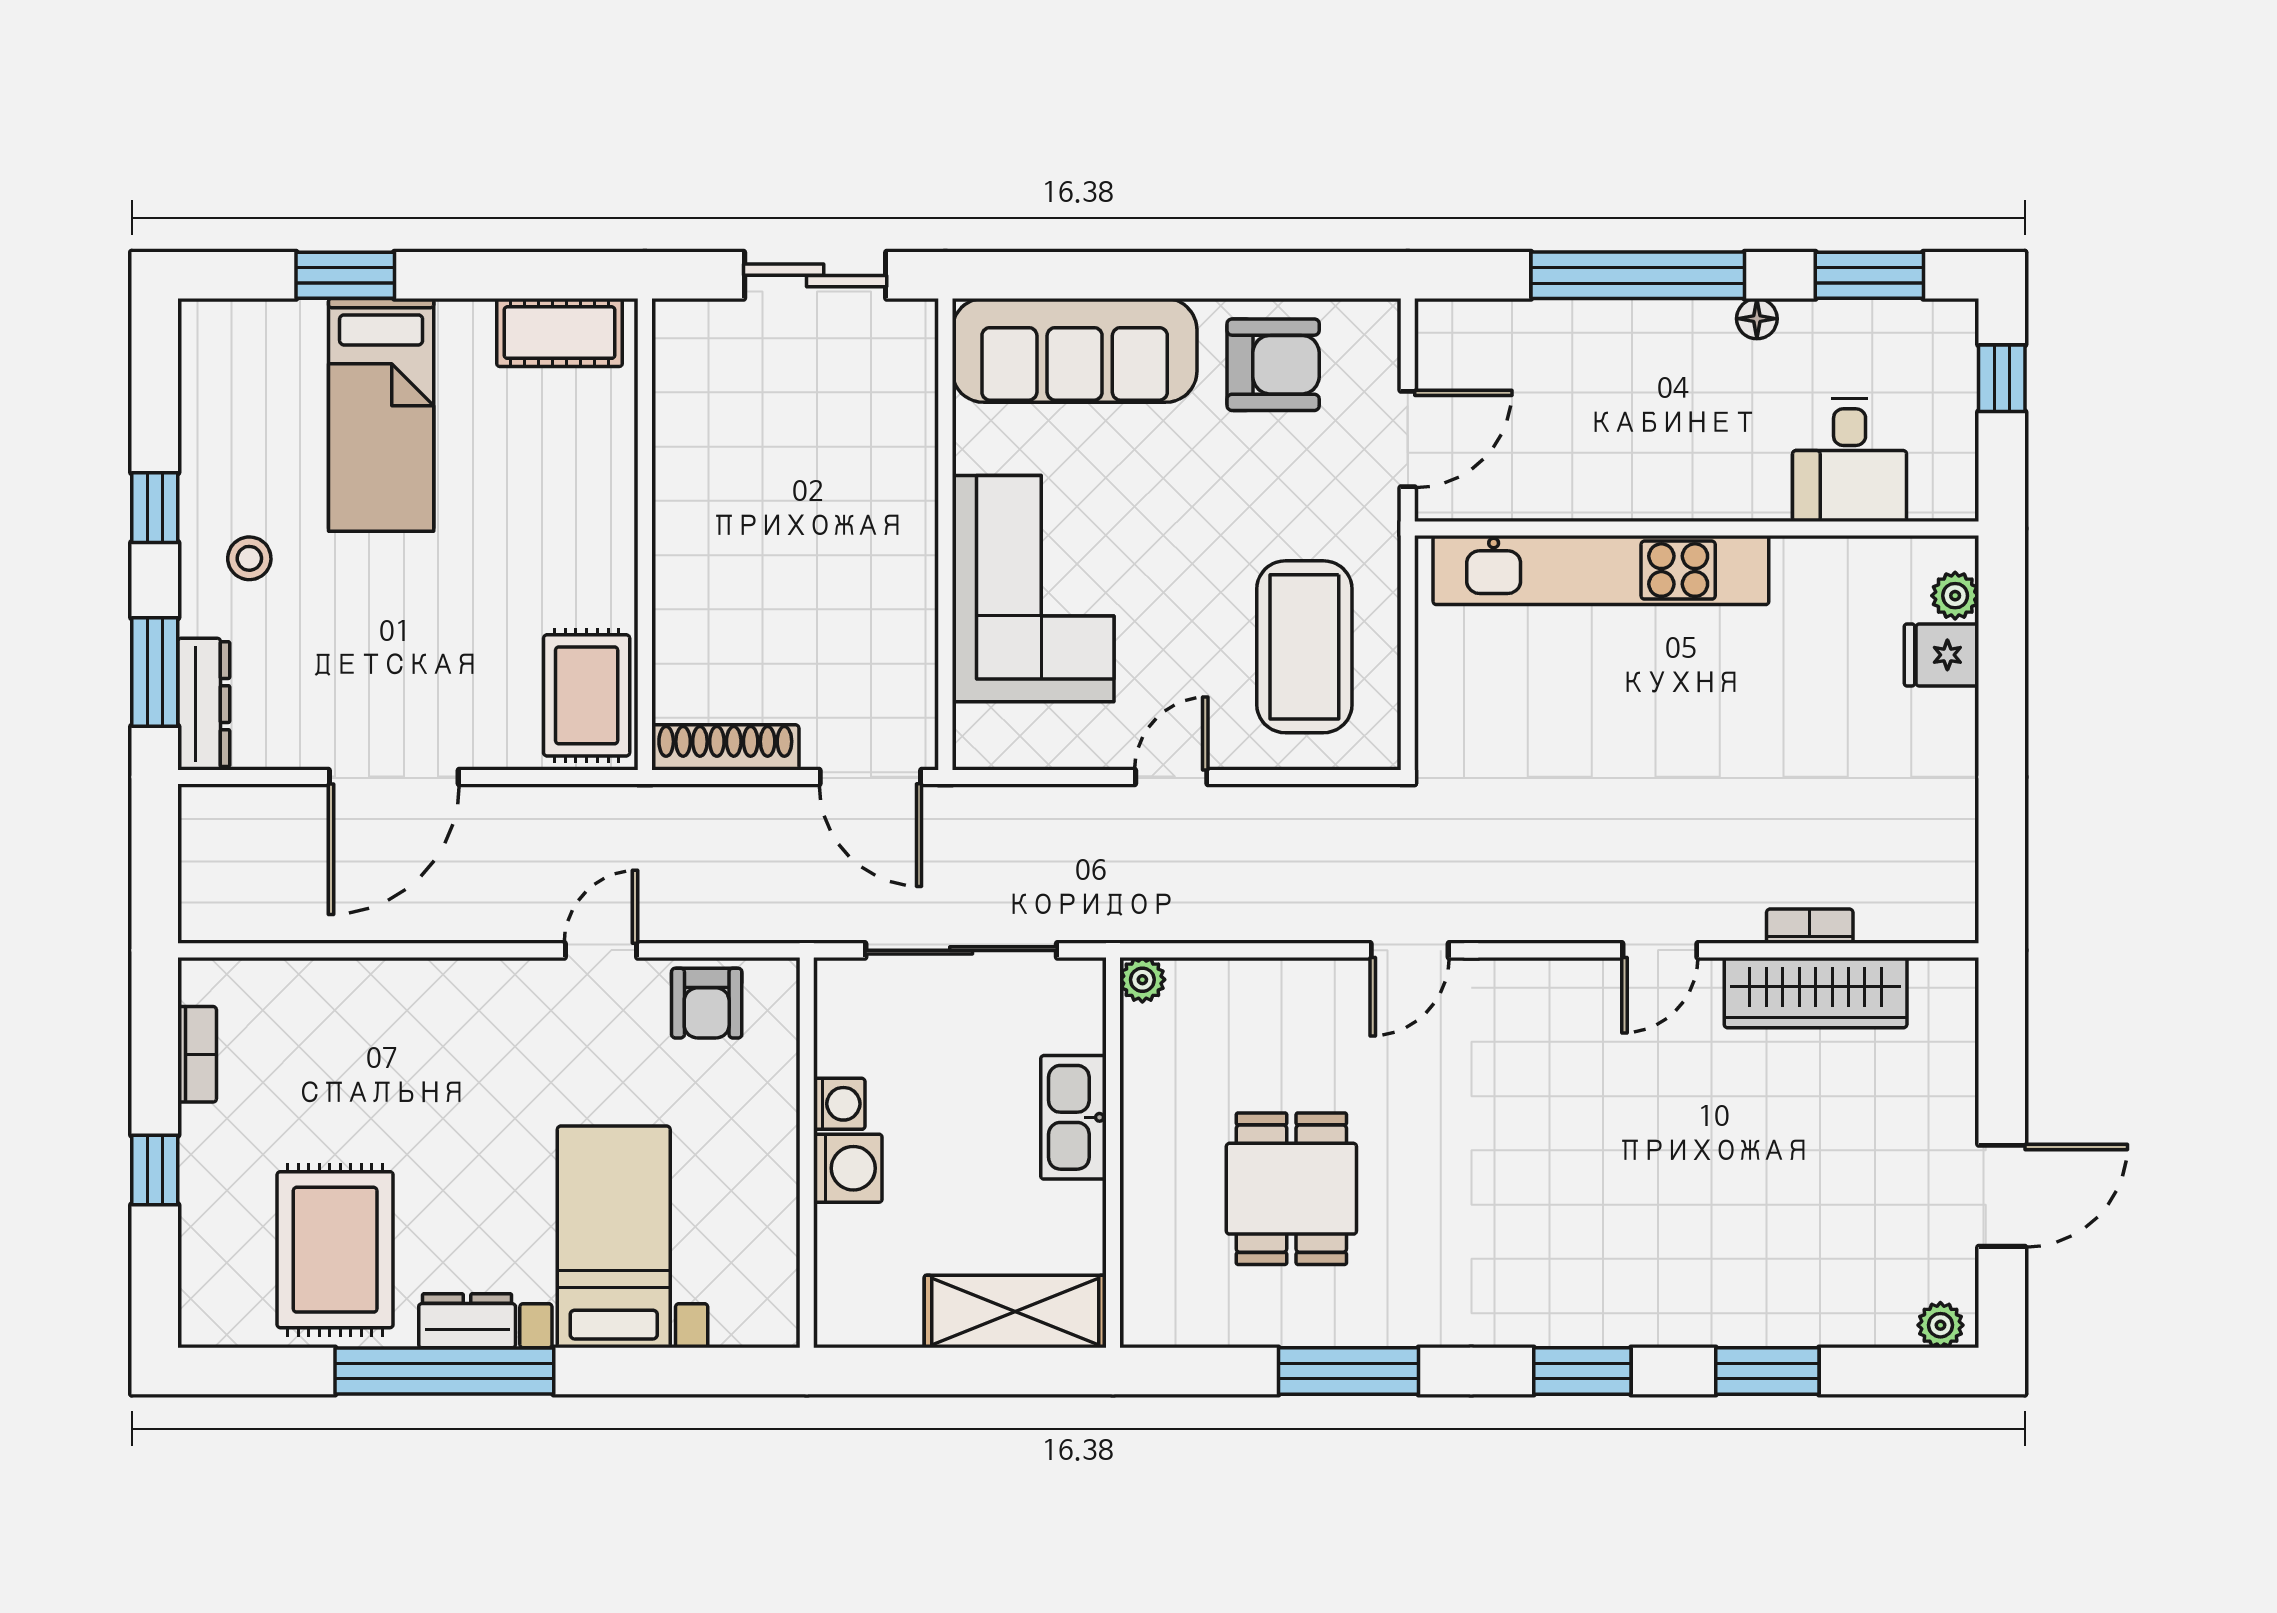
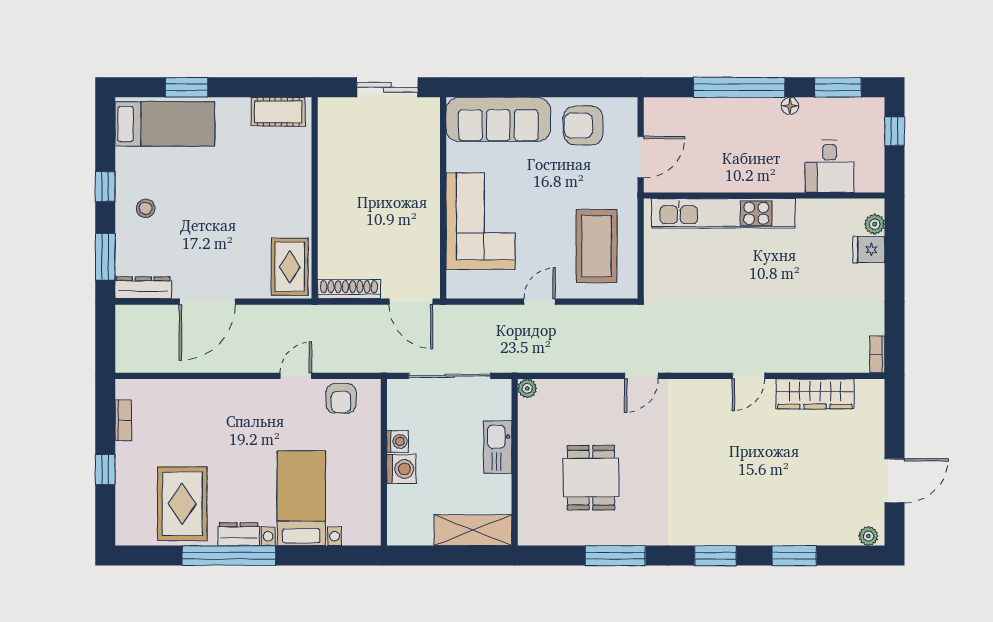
armchair: (1273, 365) -> (583, 126), turned 180
bed: (381, 415) -> (165, 124), moved, turned -90
dresser: (204, 704) -> (143, 288), moved, turned -90
bookcase: (1810, 926) -> (877, 354), moved, turned -90

